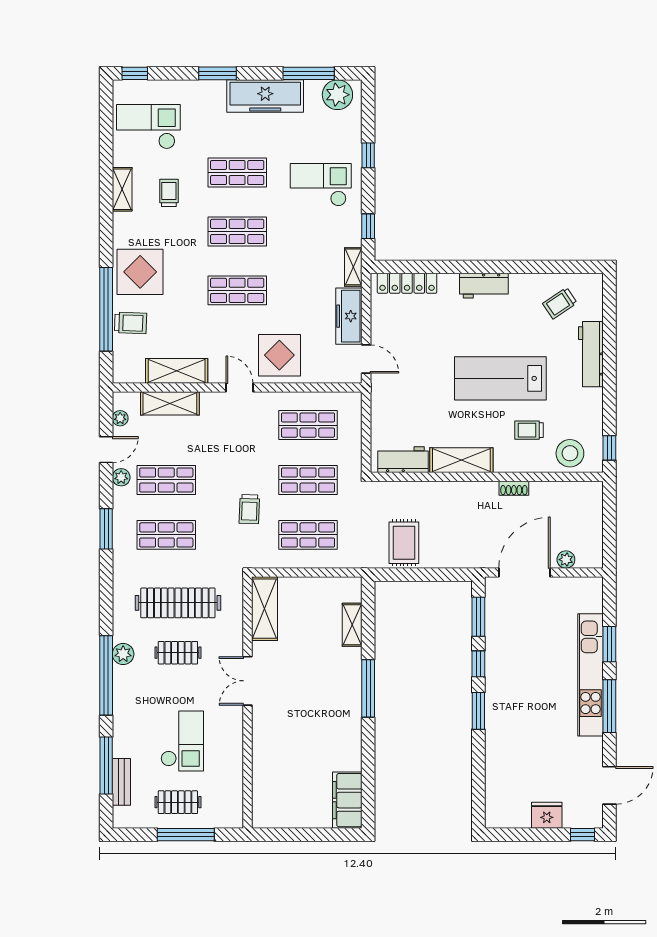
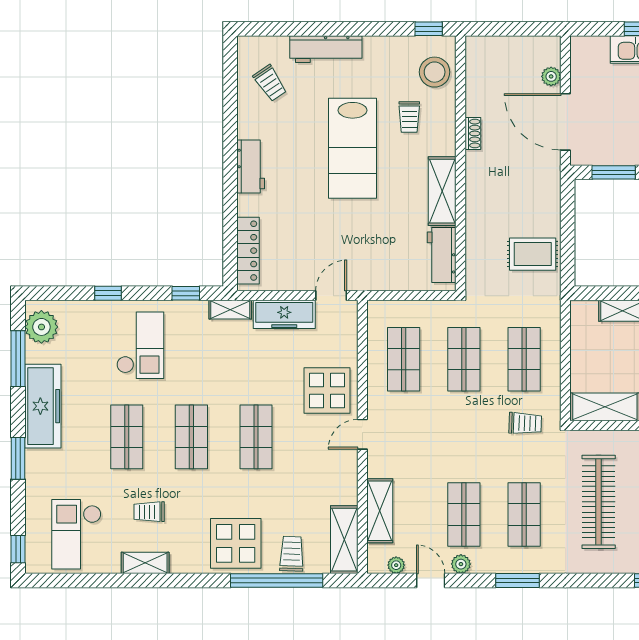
checkout: (321, 185) -> (140, 345), turned 180
shelving: (177, 371) -> (344, 540), moved
trolley: (249, 509) -> (525, 423), moved

